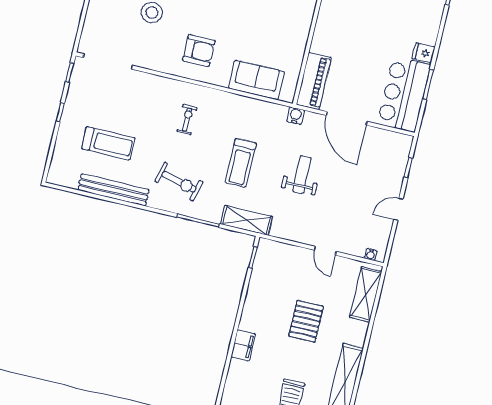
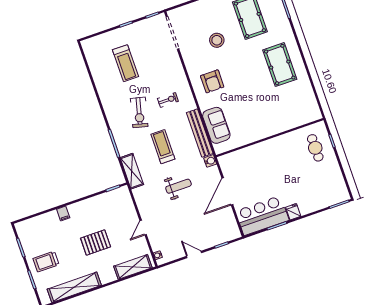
piano: (314, 81) -> (237, 159), removed
treadmill: (241, 163) -> (163, 147), turned 90
exercise bike: (179, 182) -> (139, 112), moved
bench: (113, 190) -> (200, 133), moved
filing cabinet: (243, 345) -> (63, 213), width x0.50

